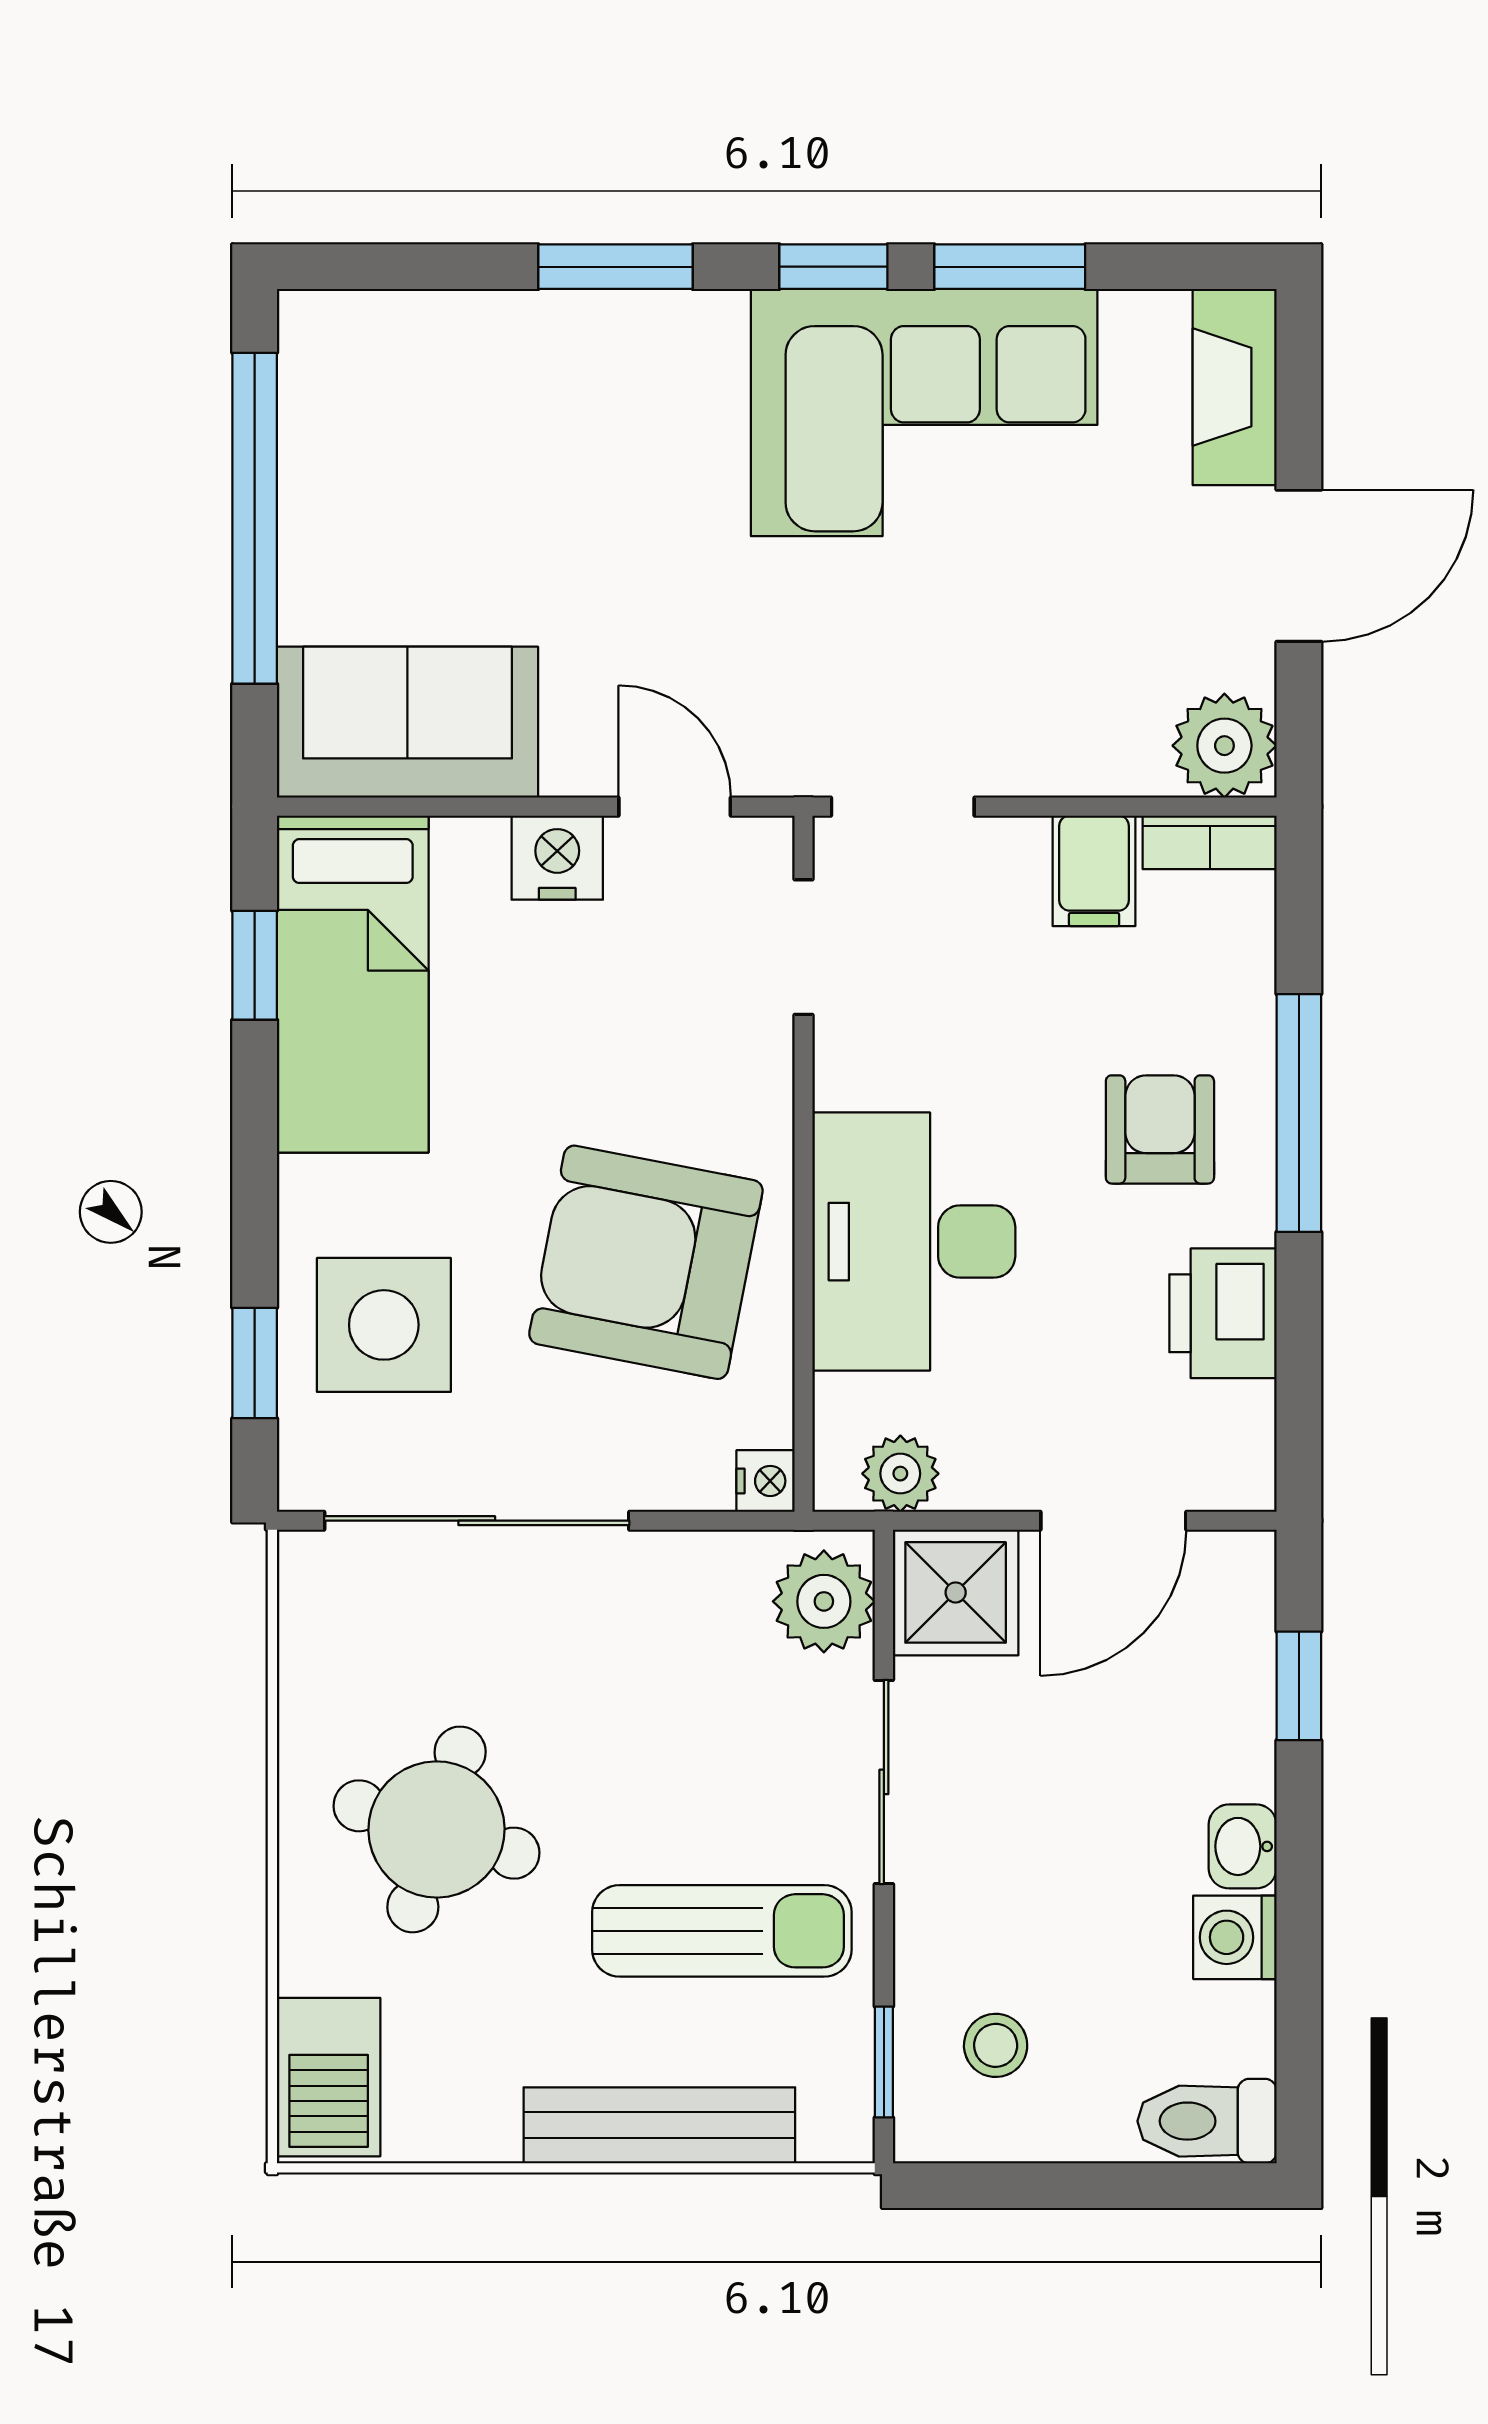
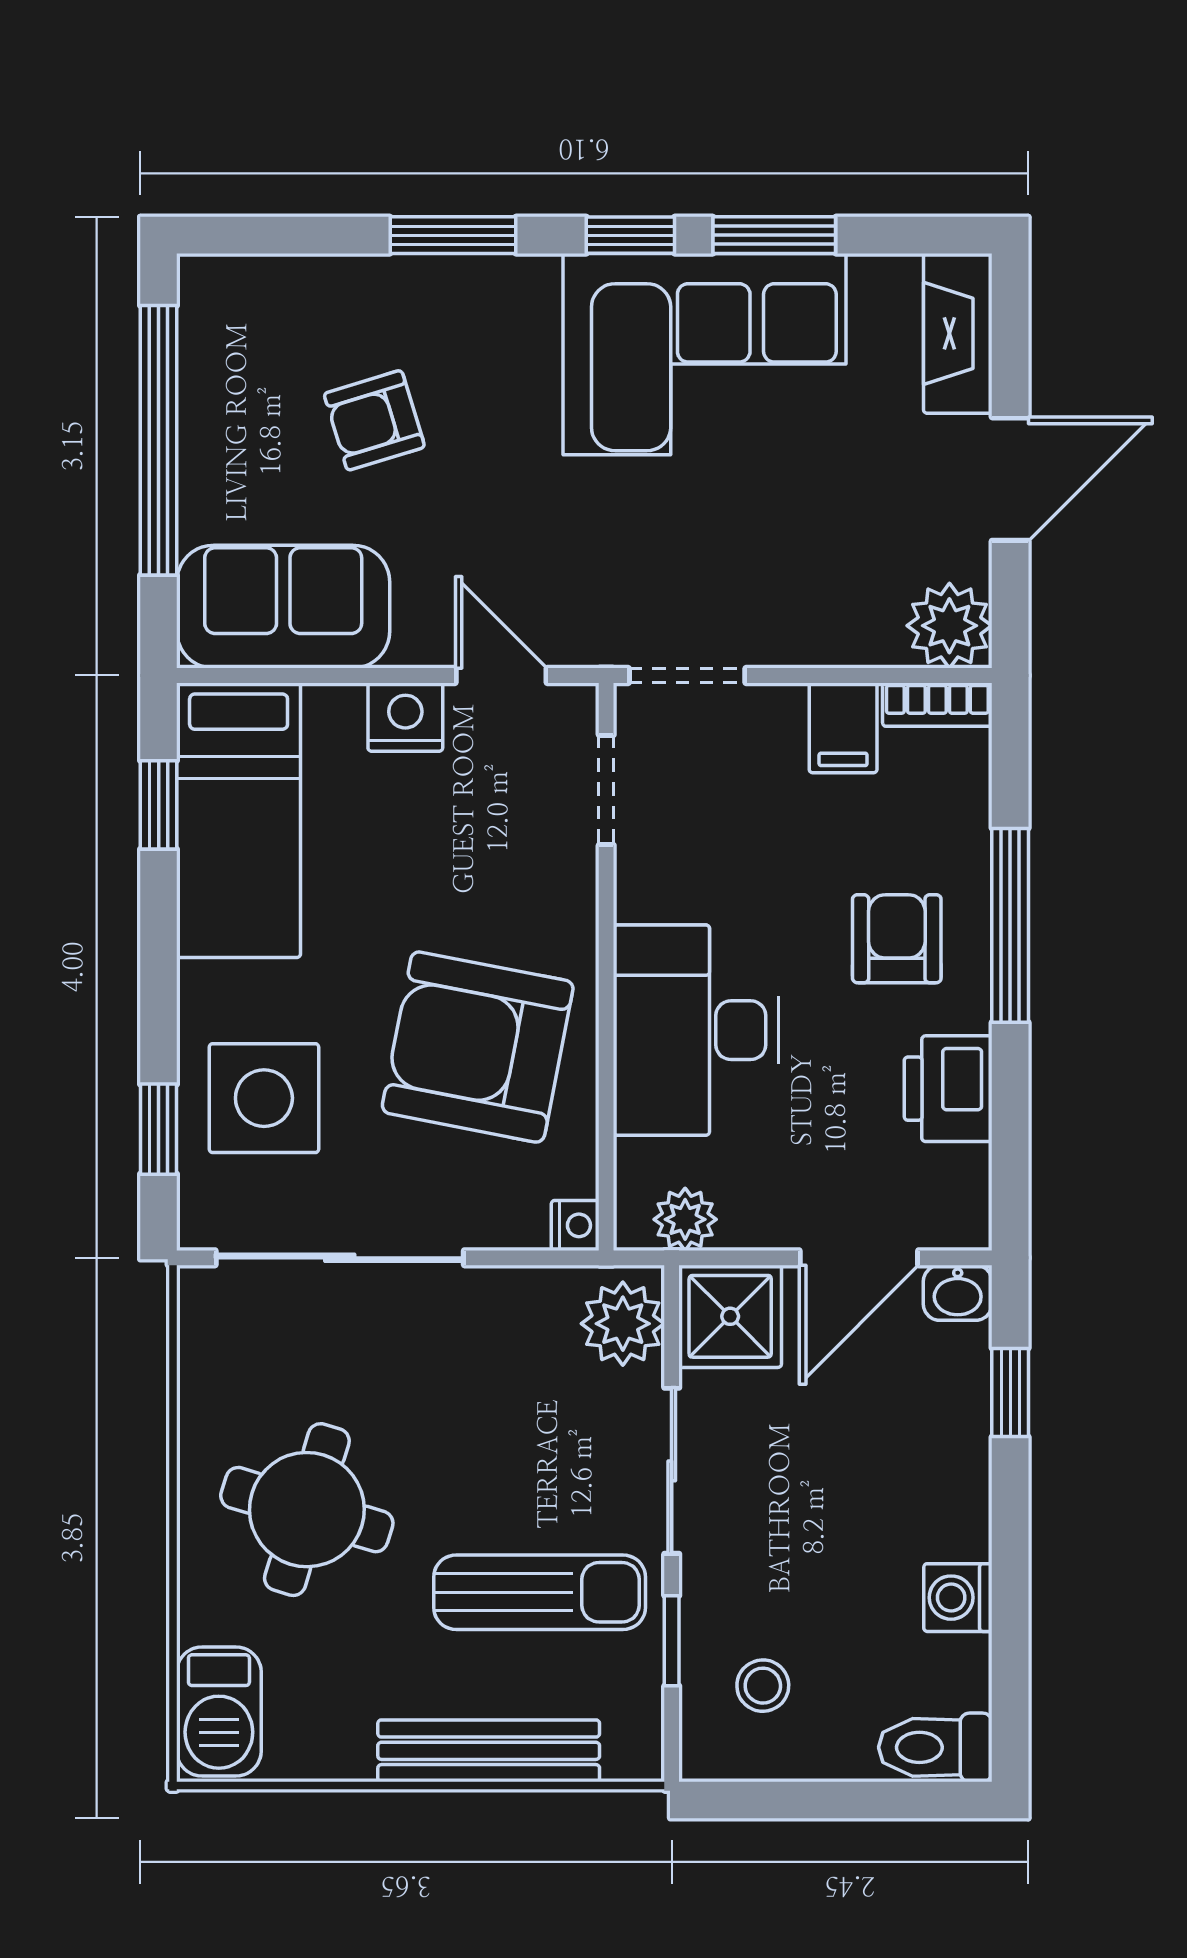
armchair: (519, 494) -> (374, 420), added
washbasin: (1243, 1846) -> (958, 1293), moved, turned -90
window: (884, 2062) -> (672, 1641), moved

